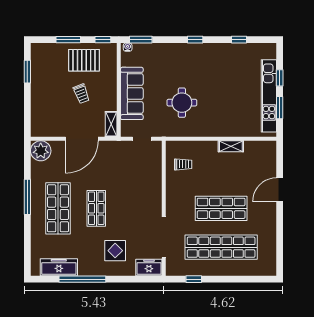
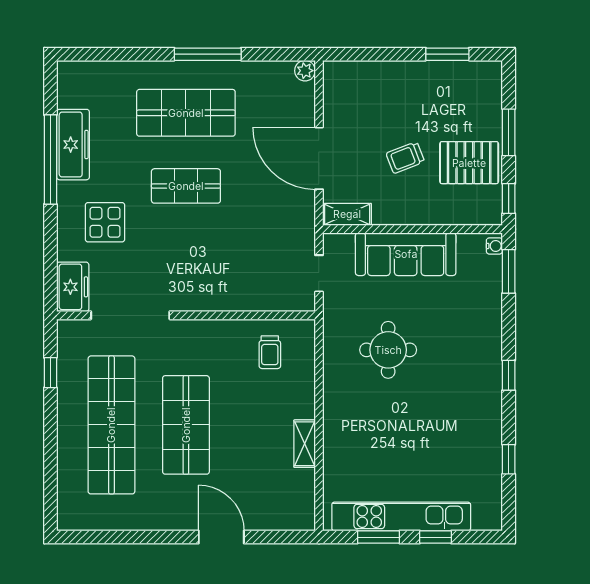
pallet: (84, 60) -> (469, 163), turned 90
plant: (41, 151) -> (305, 71), width x0.53, depth x0.53
freezer: (59, 267) -> (73, 145), moved

